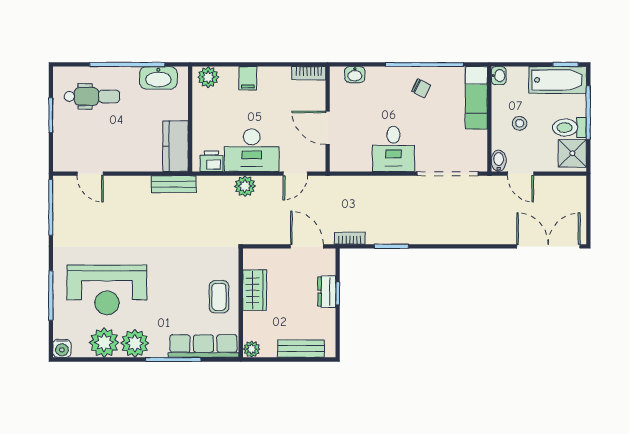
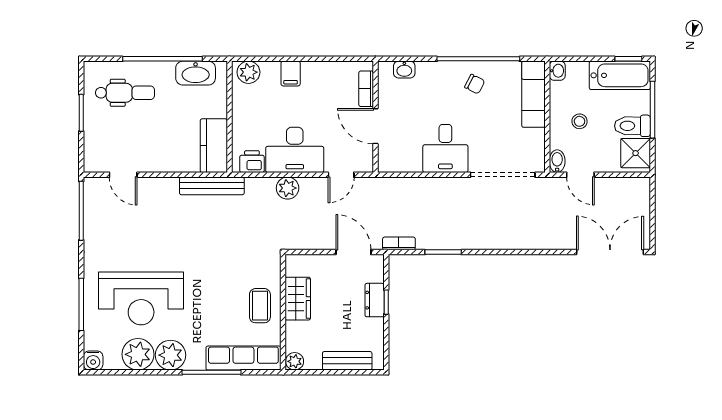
bookcase: (309, 73) -> (366, 89), moved, turned 90
bench: (174, 184) -> (212, 186), width x1.36

